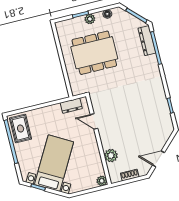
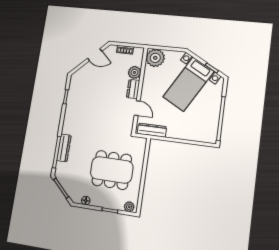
plant: (90, 19) -> (129, 207), moved
dresser: (147, 41) -> (64, 148), moved
dresser: (71, 106) -> (152, 130), width x1.44
rug: (21, 129) -> (207, 127), removed
dresser: (106, 139) -> (133, 89), added
plant: (102, 181) -> (155, 58), width x1.87, depth x1.87

